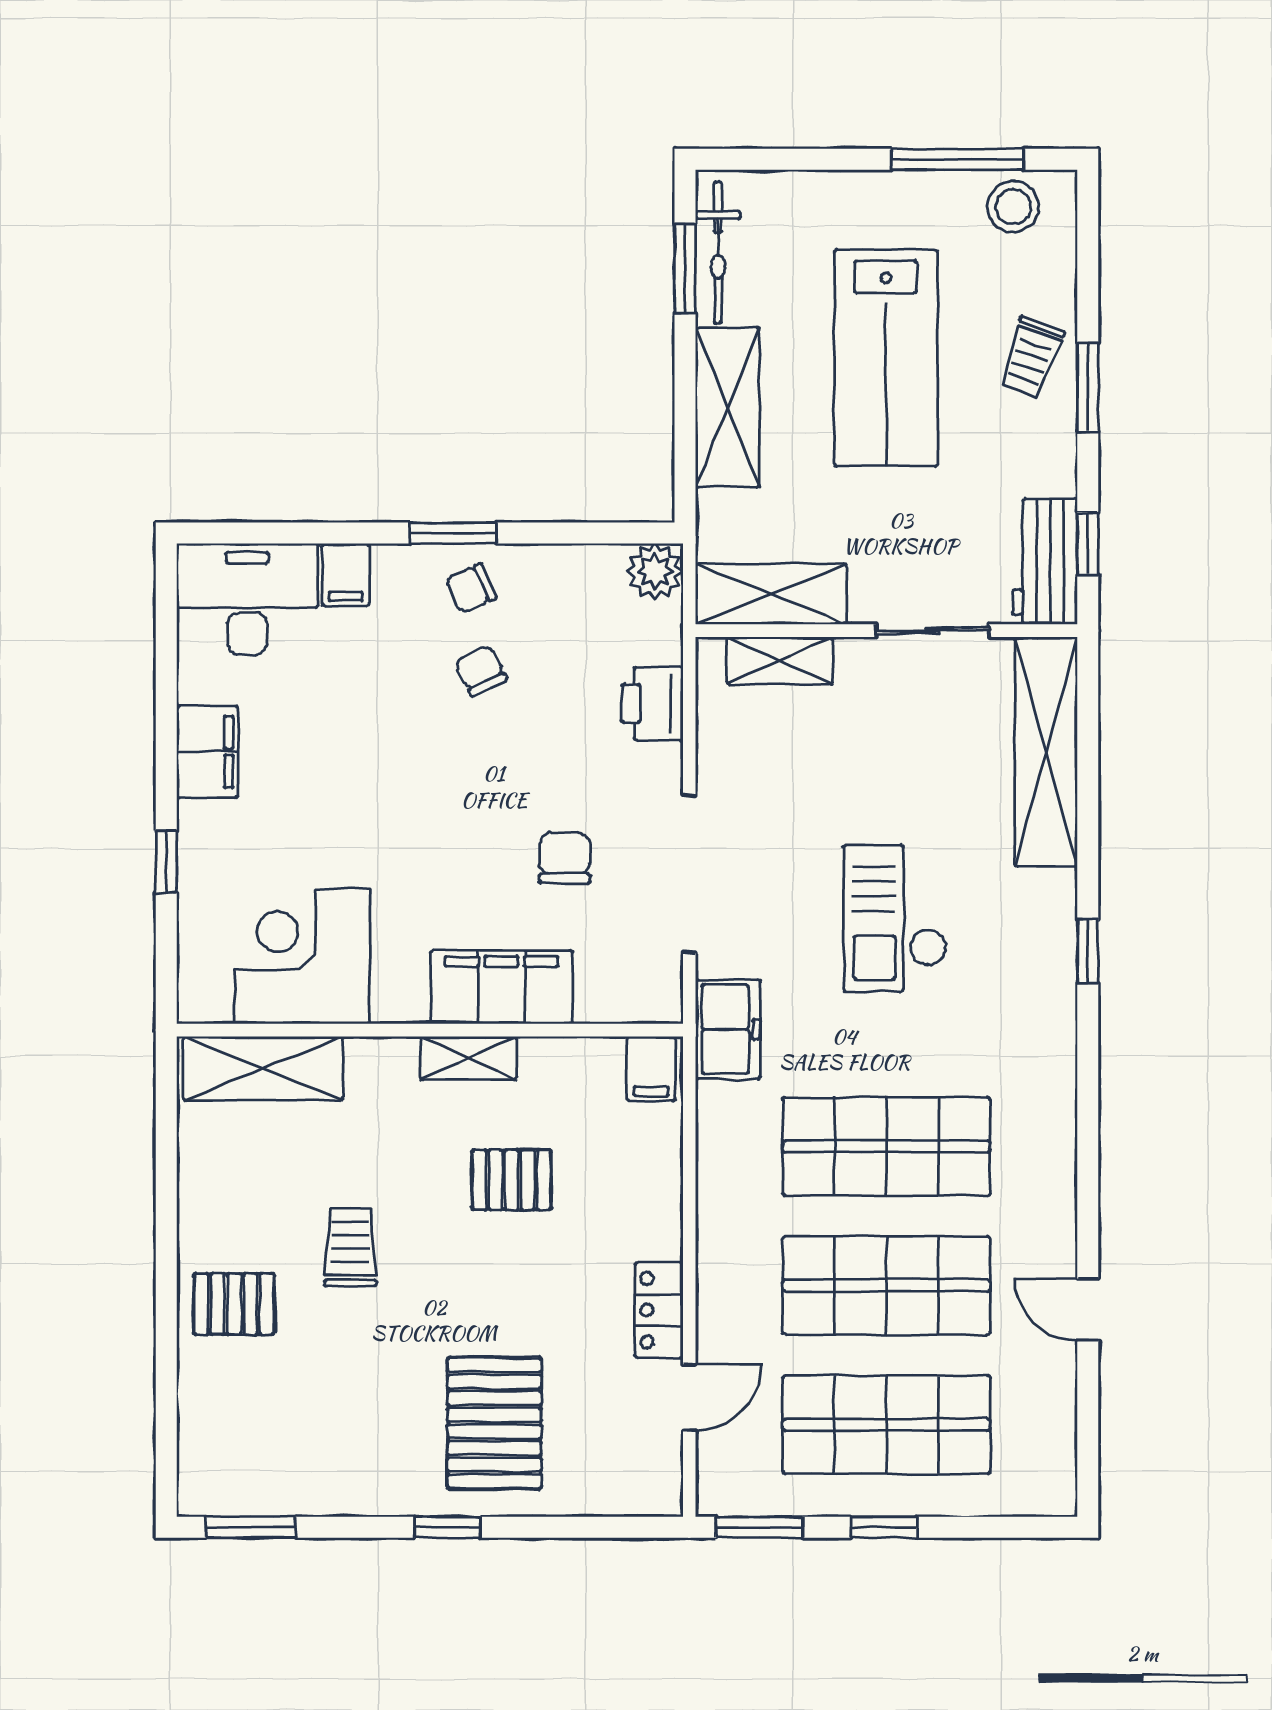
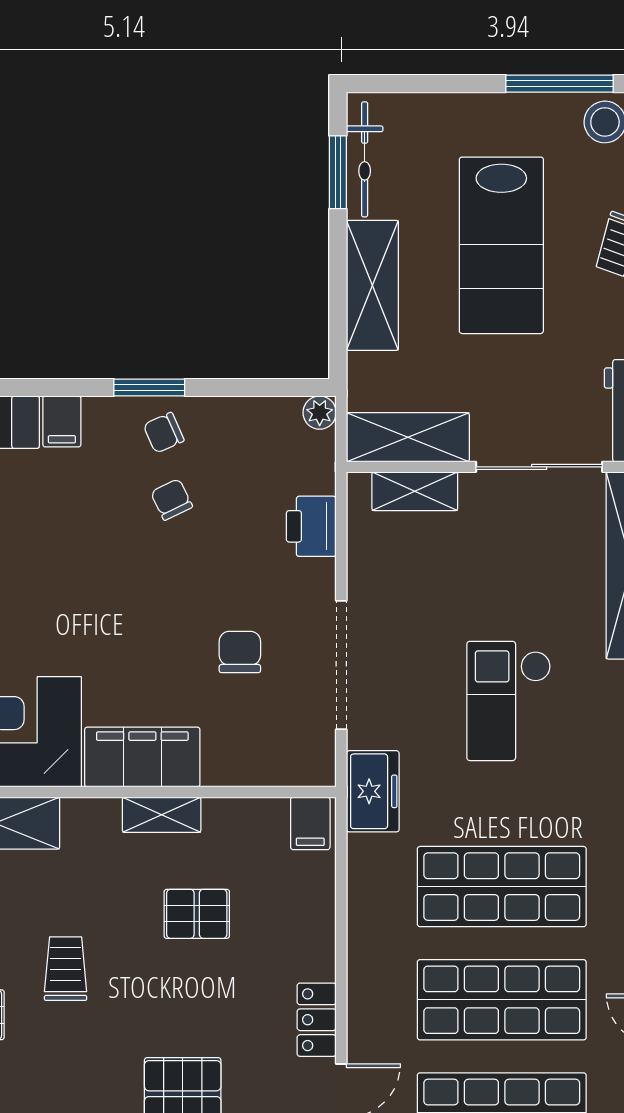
plant: (655, 571) -> (320, 413), width x0.73, depth x0.73
sliding door: (932, 631) -> (539, 467), width x1.37
filing cabinet: (502, 987) -> (142, 757), moved

